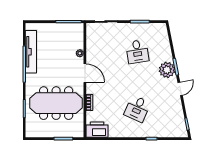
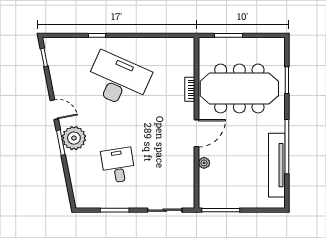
door: (85, 73) -> (196, 133), swing flipped
door: (180, 89) -> (54, 110), swing flipped
desk: (137, 109) -> (118, 80), width x1.87, depth x1.30
printer: (97, 130) -> (178, 49), removed

